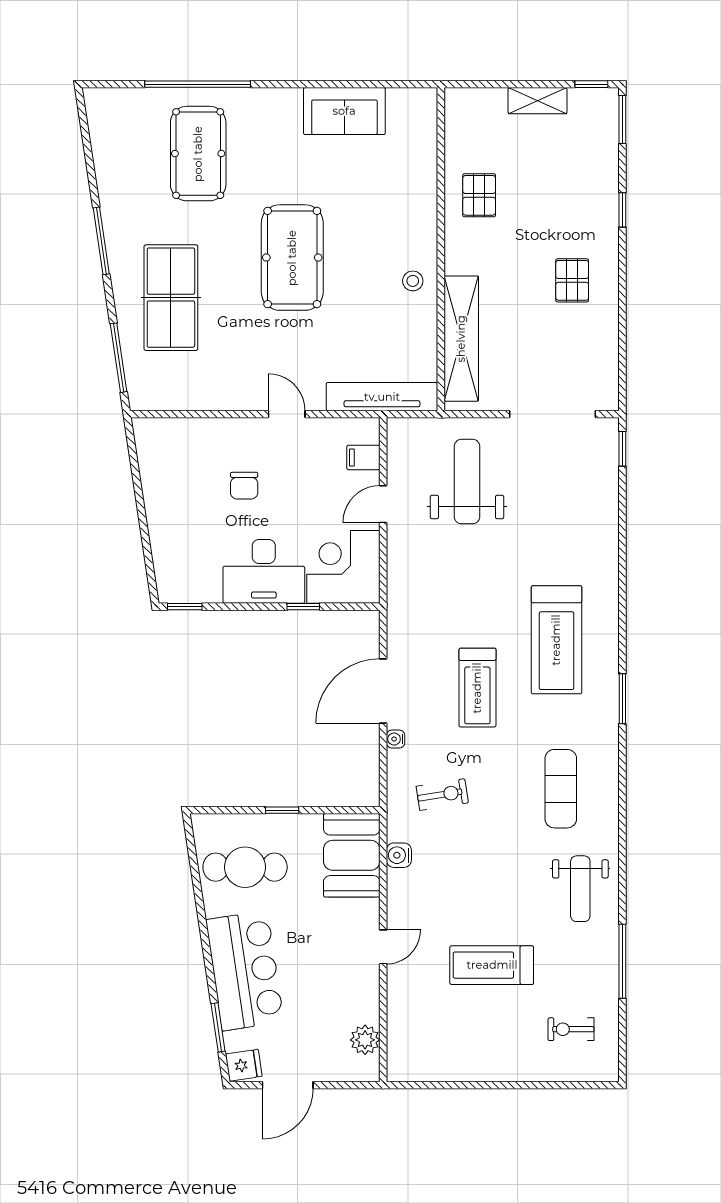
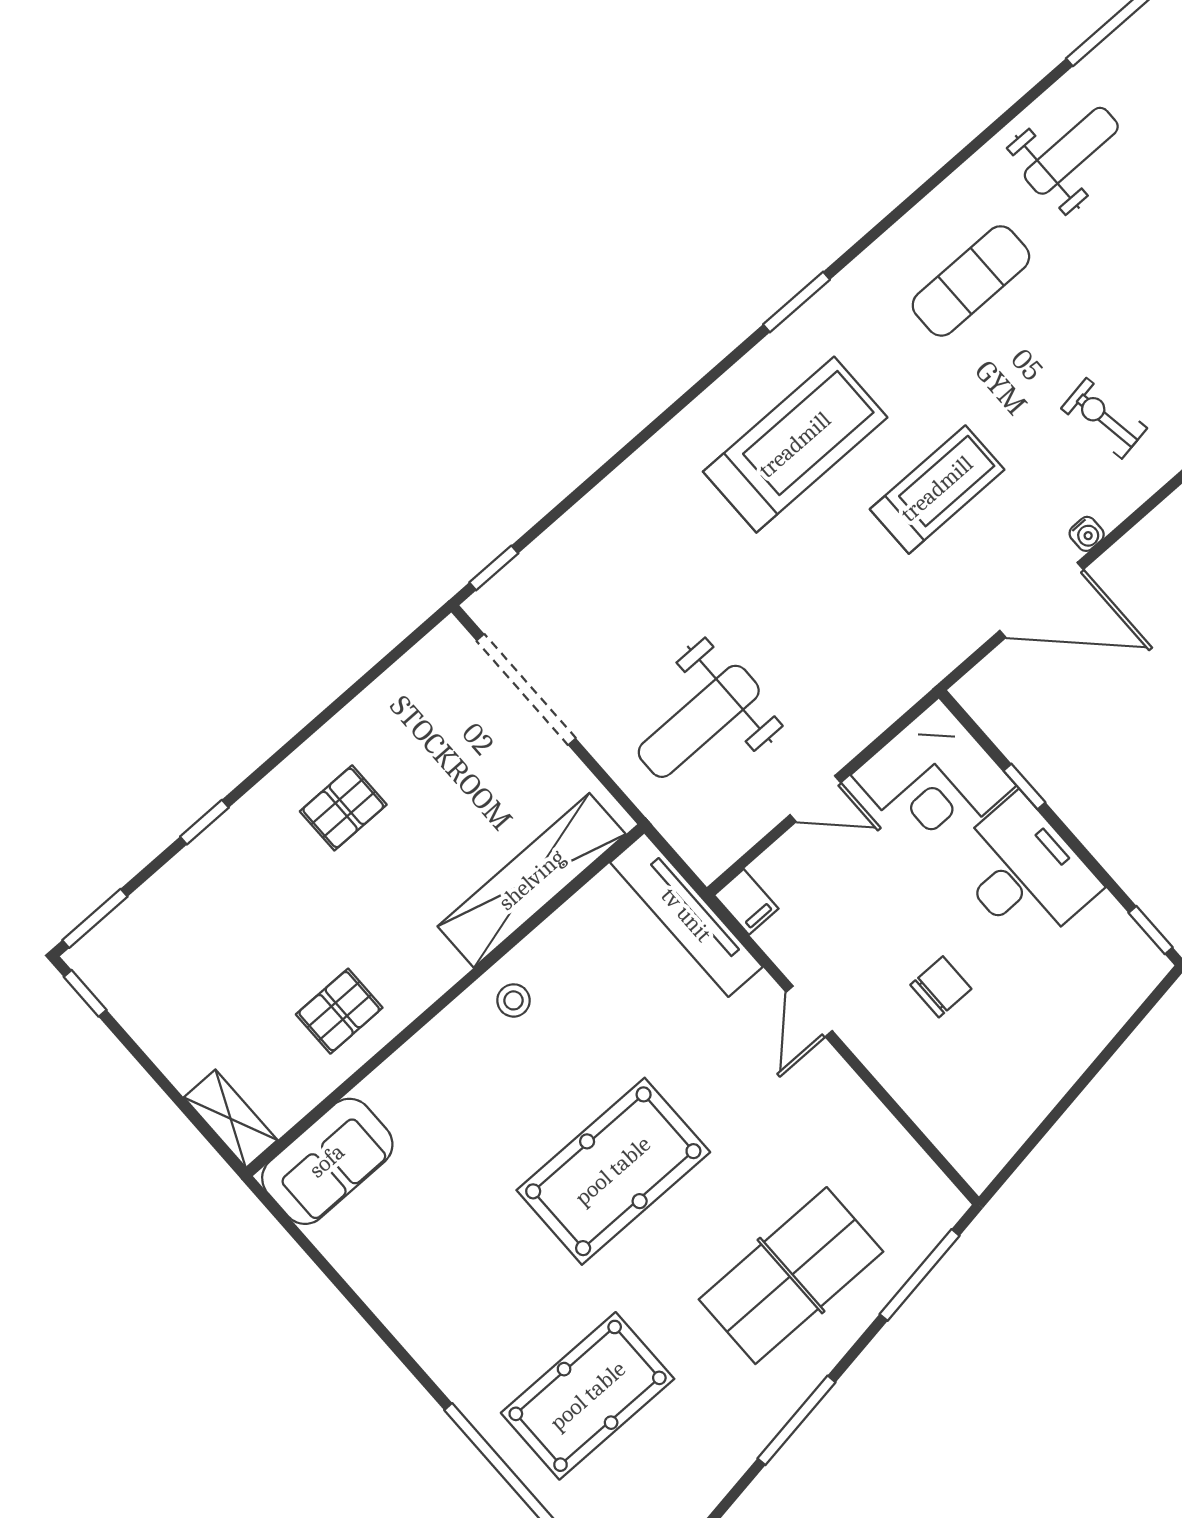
shelving: (537, 101) -> (231, 1119), moved
sofa: (344, 111) -> (327, 1161), moved, turned 90
filing cabinet: (363, 457) -> (746, 902), moved

